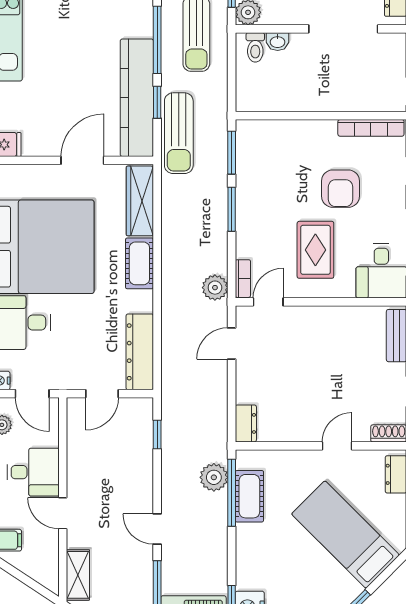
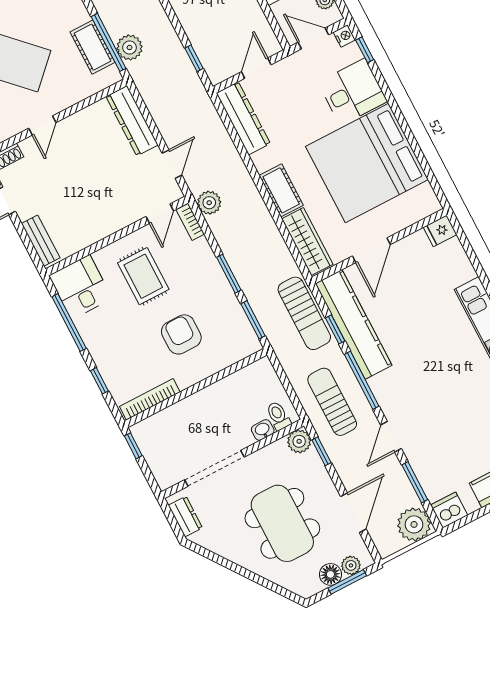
sun lounger: (179, 133) -> (304, 313), turned 180
armchair: (341, 189) -> (181, 334), moved
dresser: (246, 423) -> (132, 121), width x1.96, depth x1.24

